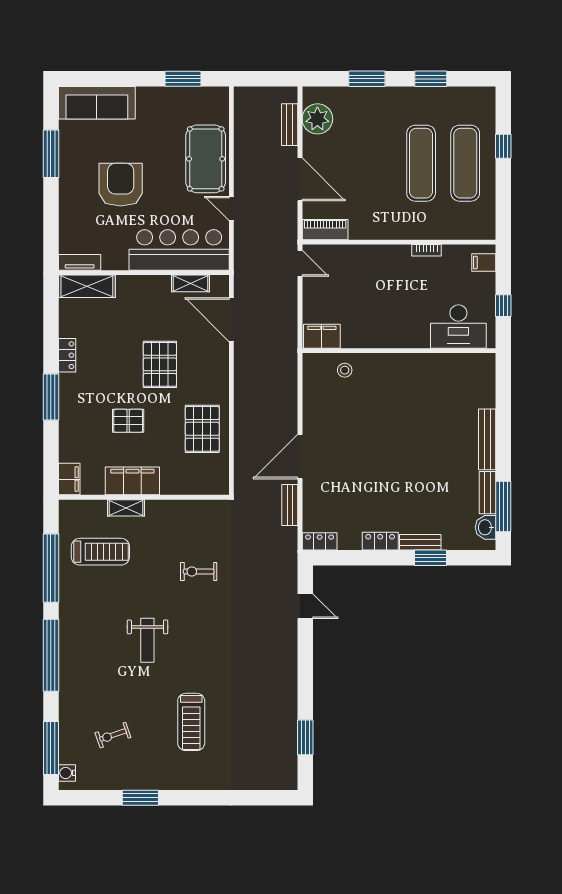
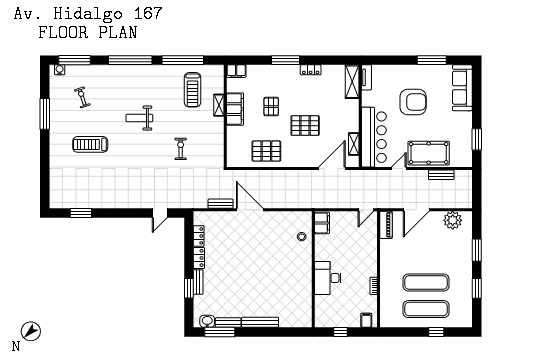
bench: (290, 125) -> (441, 175), moved
desk: (458, 327) -> (328, 278), moved
locker: (320, 541) -> (199, 236), moved
window: (140, 798) -> (45, 114), width x1.44

